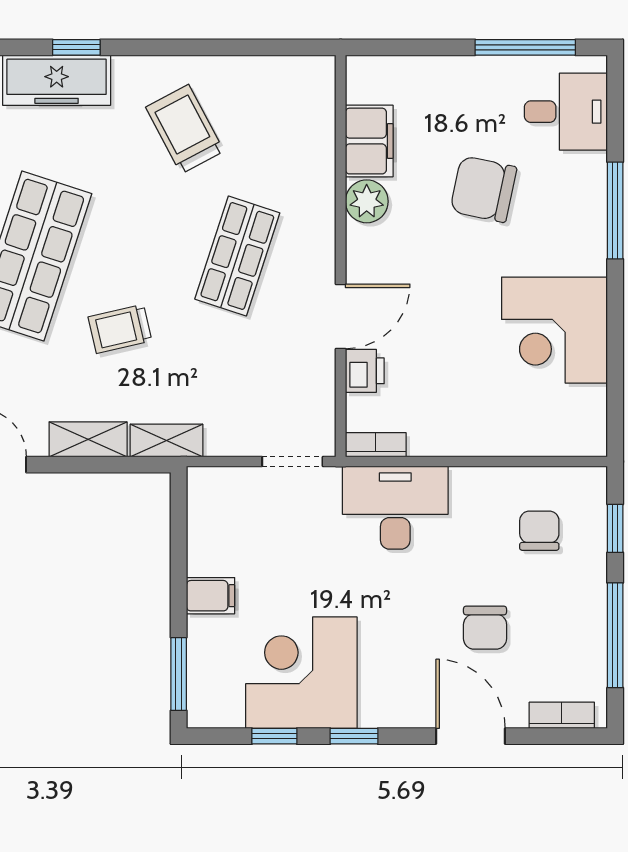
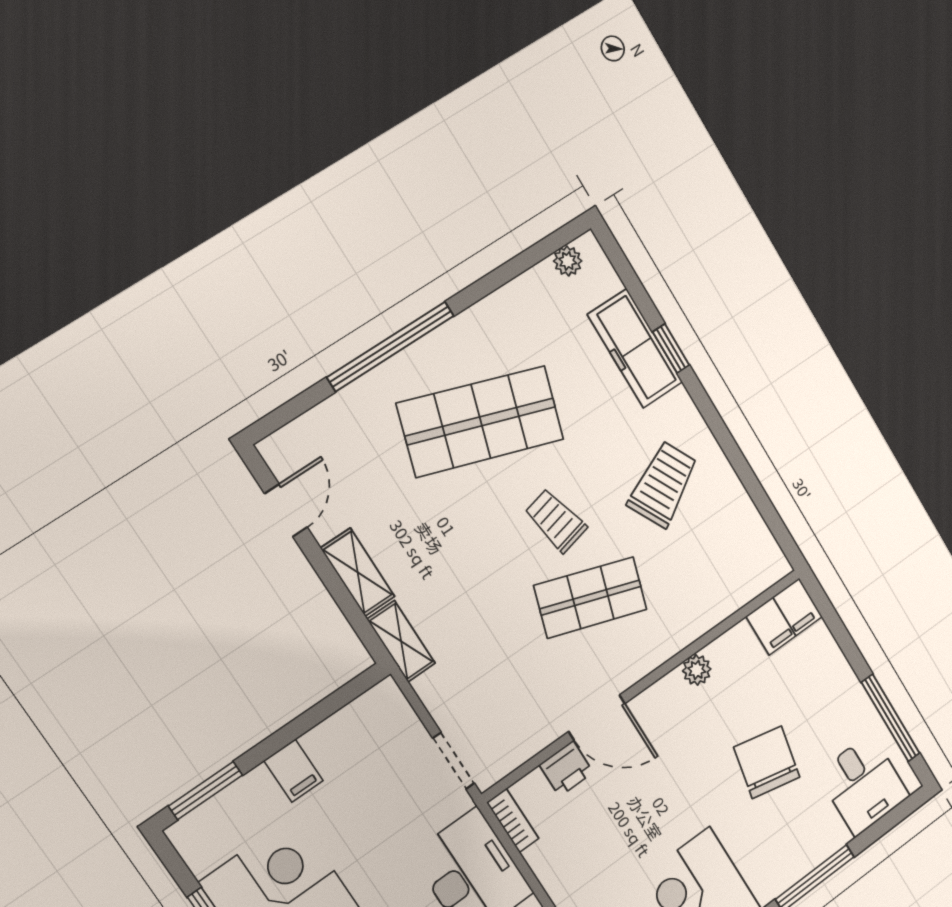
filing cabinet: (369, 141) -> (784, 617), moved
plant: (367, 201) -> (697, 670), width x0.73, depth x0.73
trolley: (120, 329) -> (556, 521), moved

